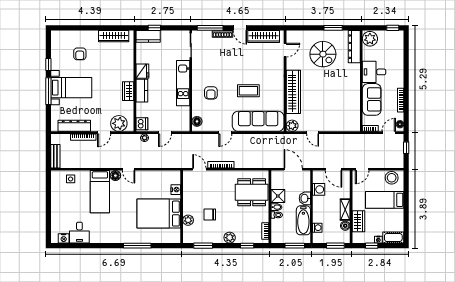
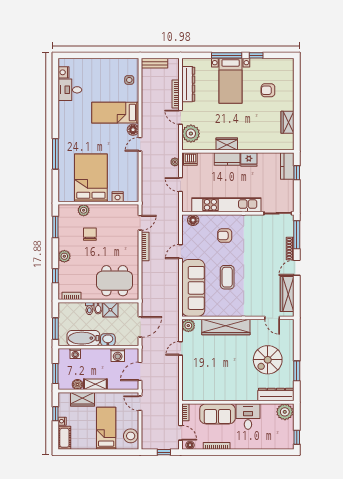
wardrobe: (114, 36) -> (288, 122), width x0.67
kitchen unit: (183, 83) -> (226, 205), width x1.36
door: (225, 133) -> (181, 252), hinge flipped
dining table: (252, 192) -> (115, 281), turned 90

